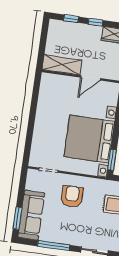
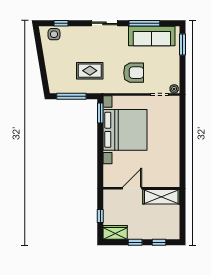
plant: (33, 174) -> (174, 89), added
armchair: (72, 197) -> (134, 73), turned -90
sofa: (31, 215) -> (152, 36), moved, turned -90

